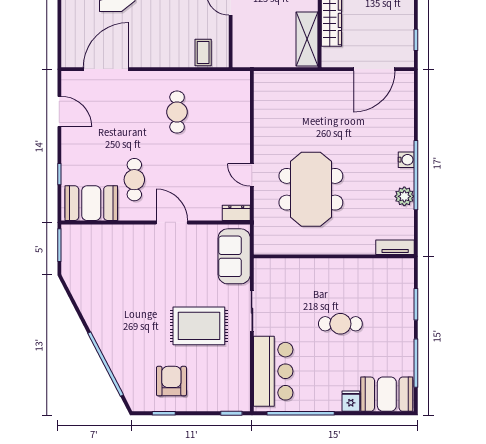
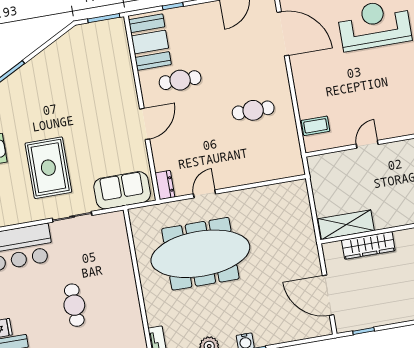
meeting table: (311, 189) -> (200, 254), width x1.36

